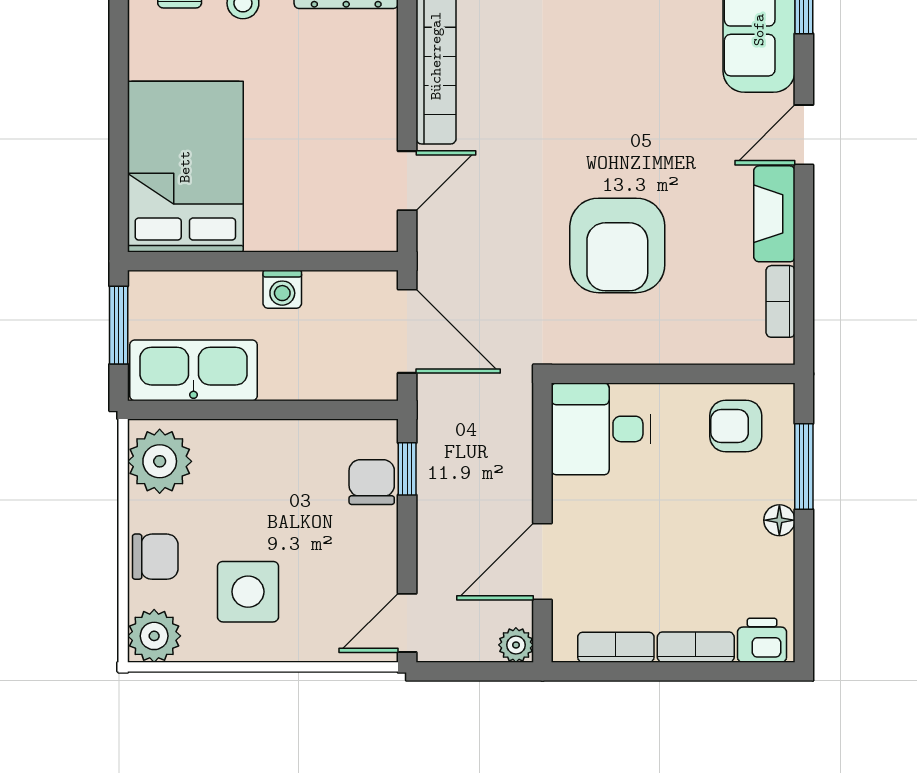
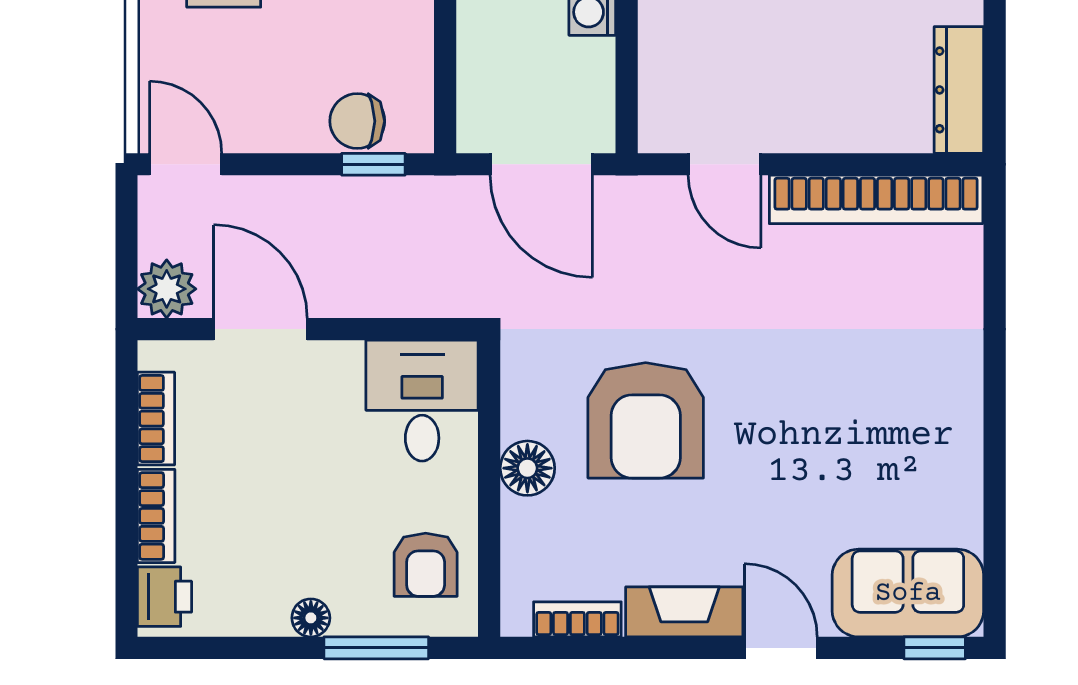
armchair: (617, 245) -> (646, 420), turned -90
door: (407, 331) -> (541, 164), hinge flipped
floor lamp: (657, 342) -> (527, 468), added
armchair: (736, 426) -> (426, 565), turned 180
chair: (372, 482) -> (357, 121), turned 180
plant: (516, 645) -> (167, 289), width x1.38, depth x1.38

